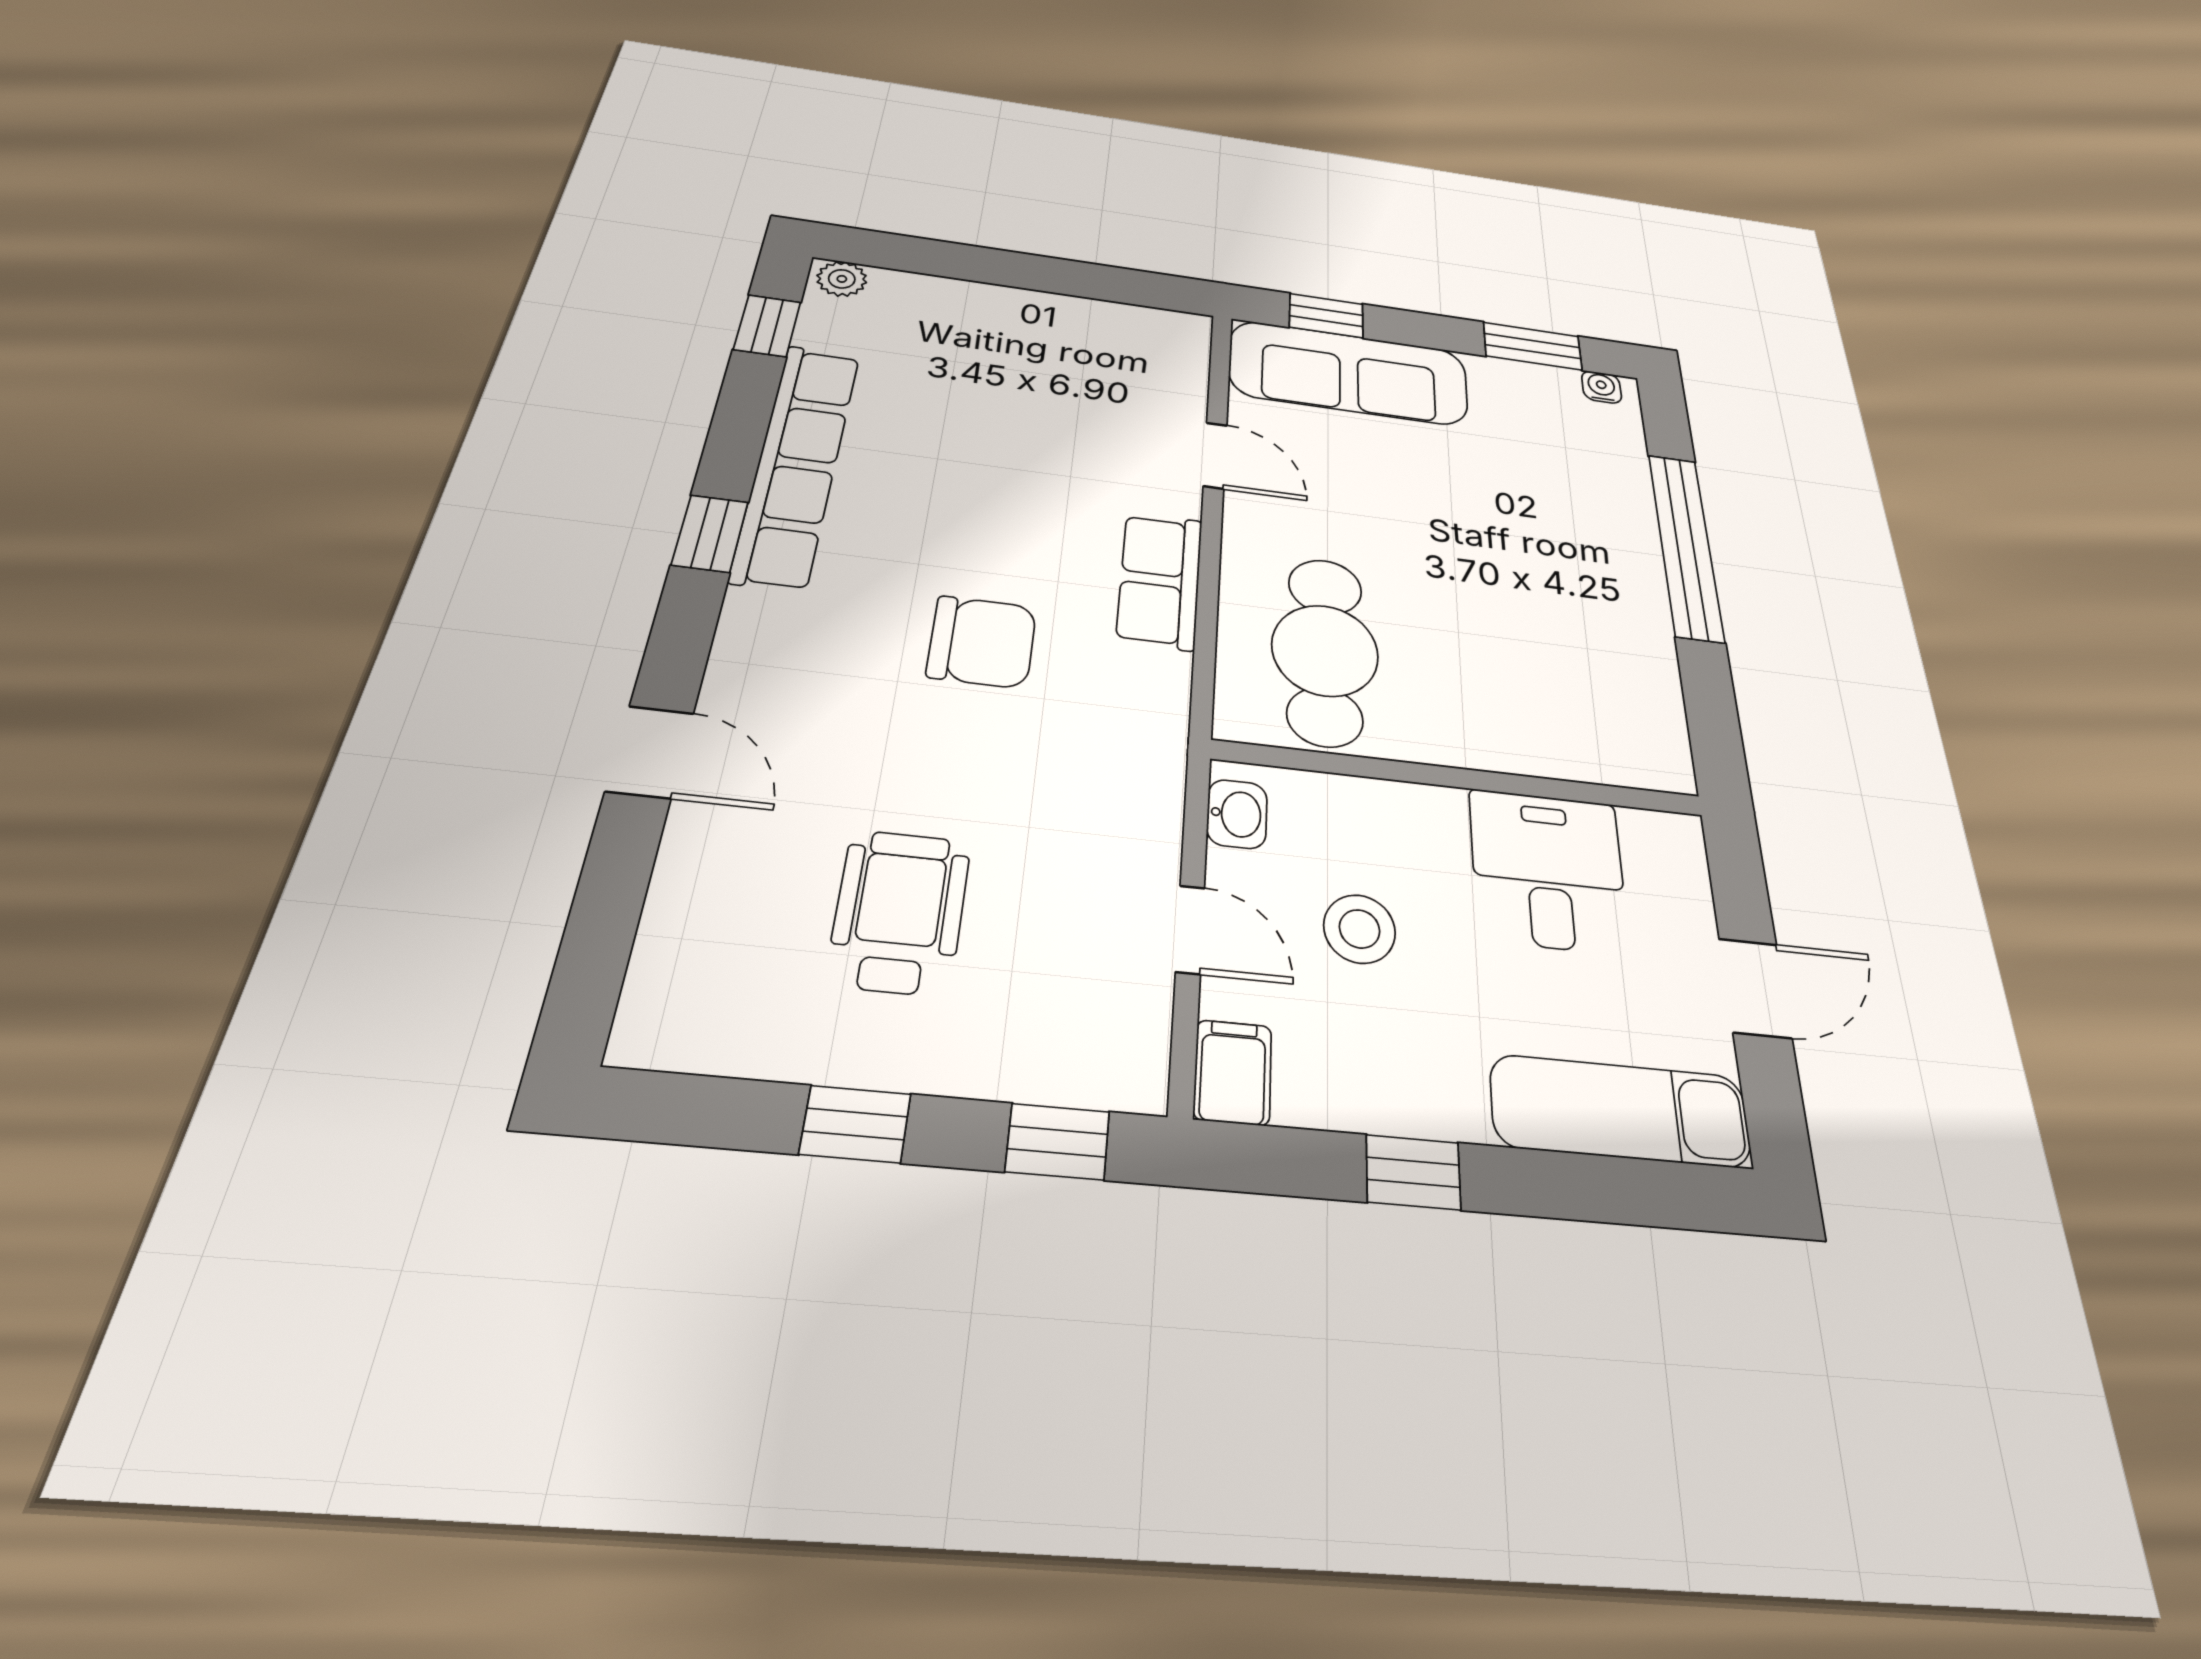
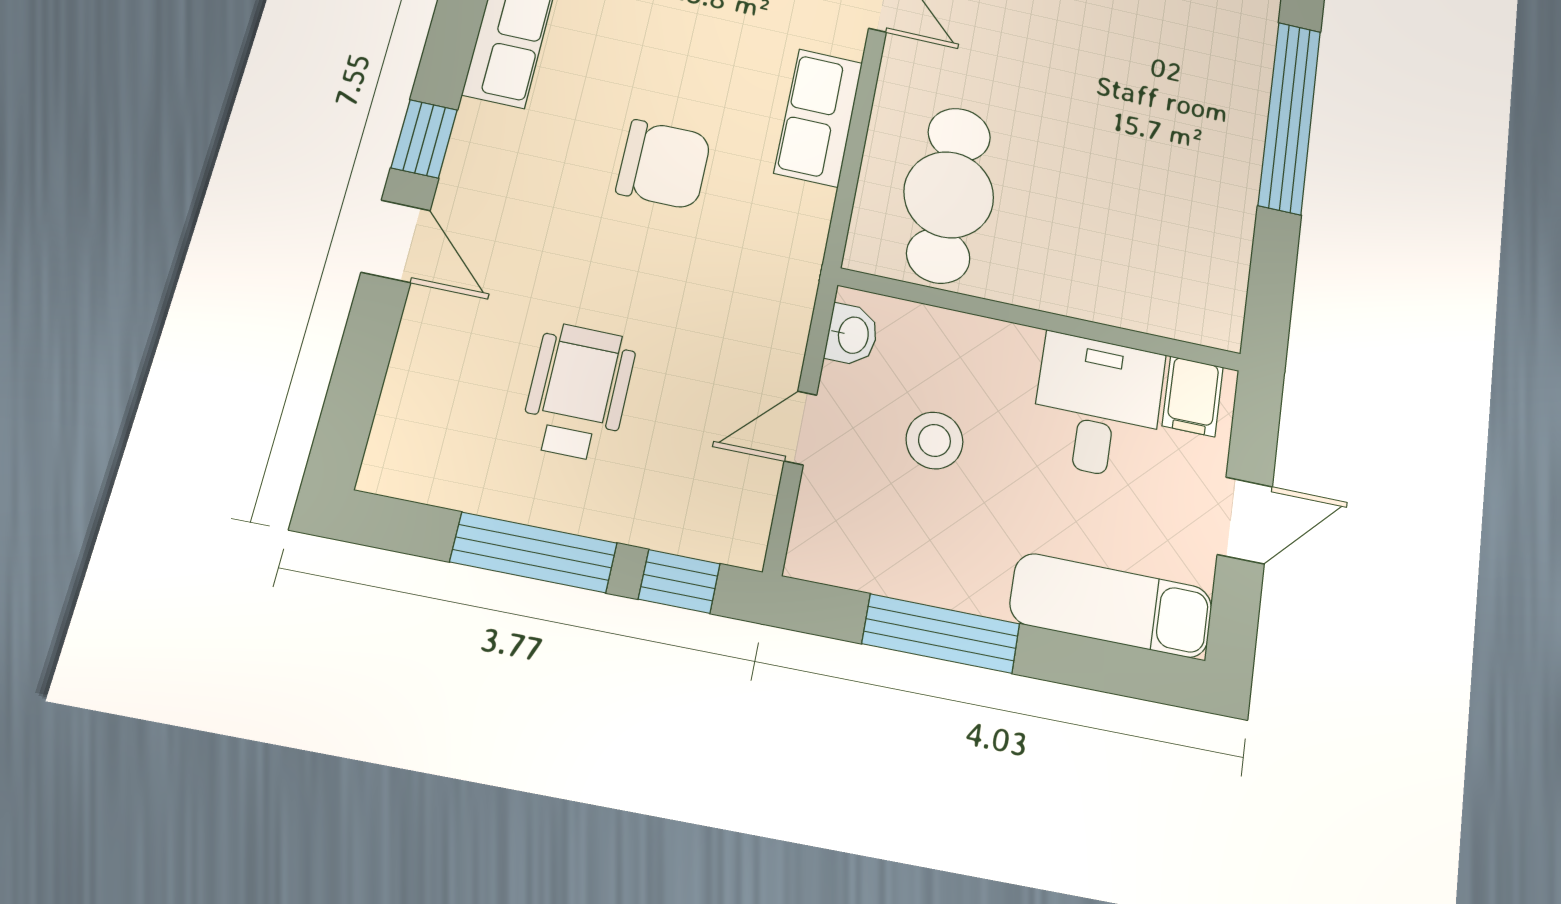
window: (710, 533) -> (424, 139), moved
door: (1190, 929) -> (800, 428), swing flipped
filing cabinet: (1233, 1072) -> (1193, 396), moved, turned 180
window: (855, 1124) -> (534, 552), width x2.17
window: (1413, 1172) -> (941, 634), width x2.17

